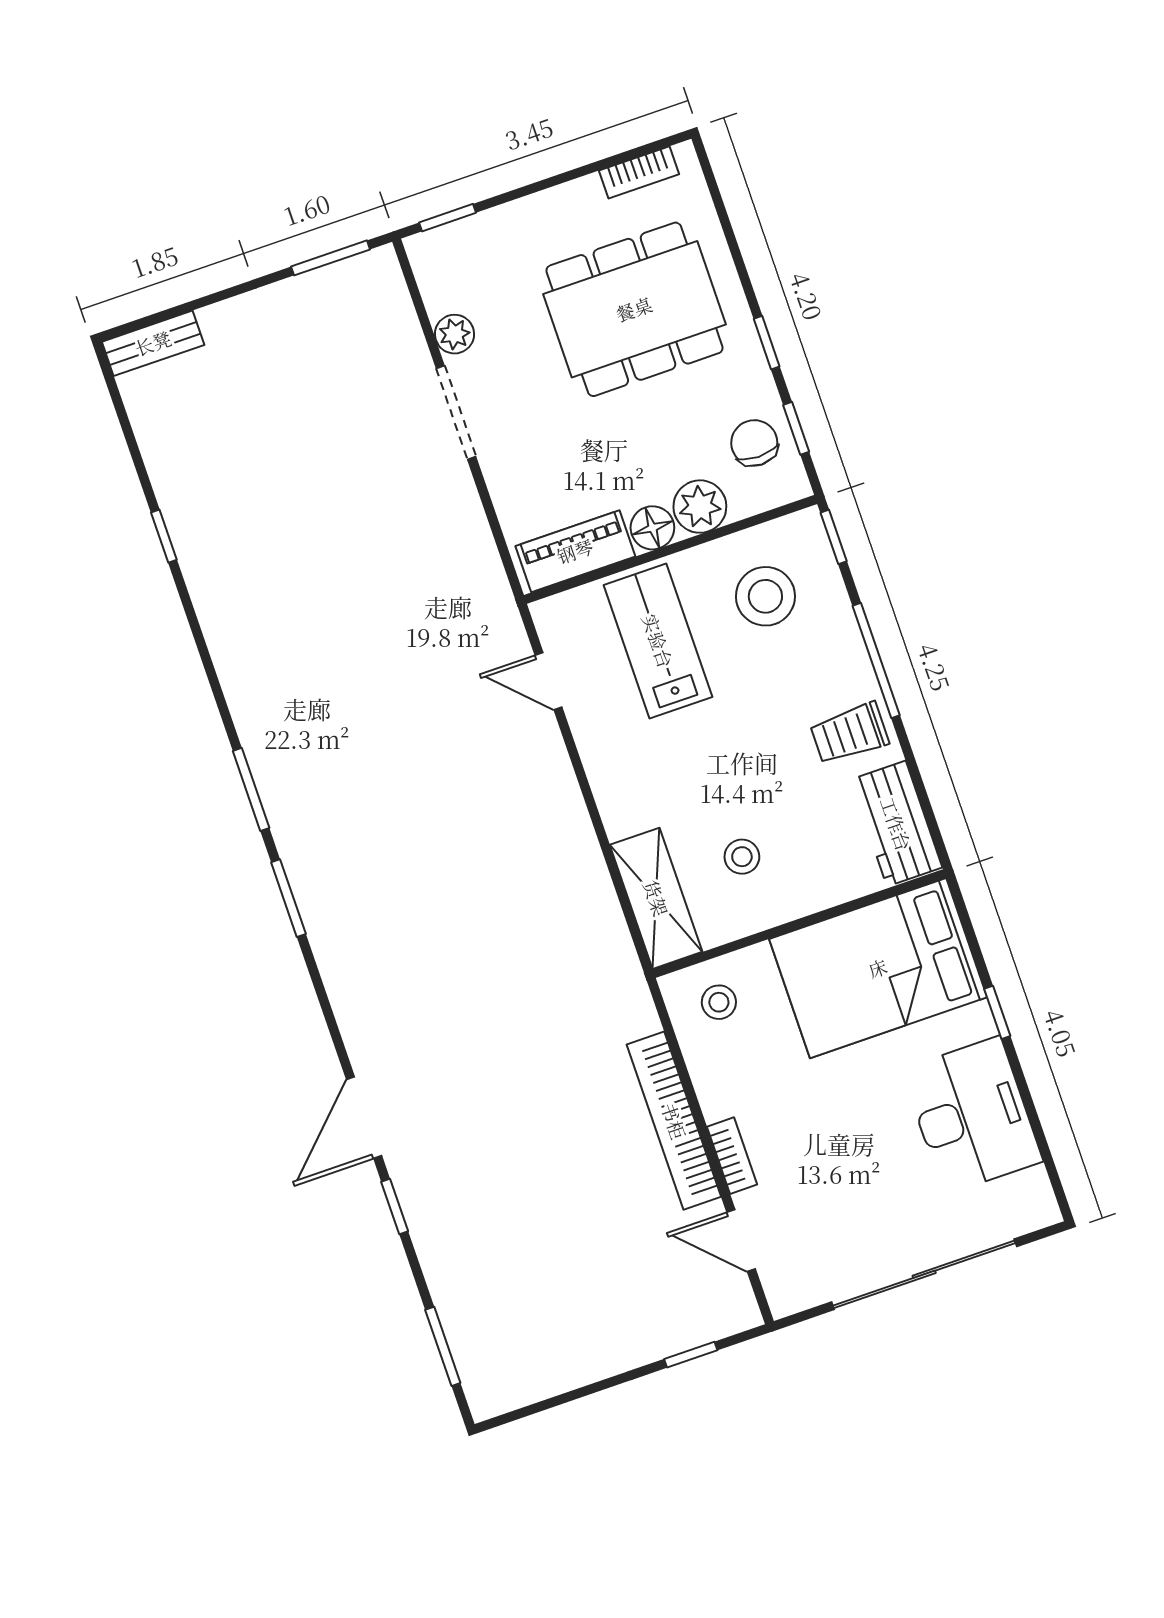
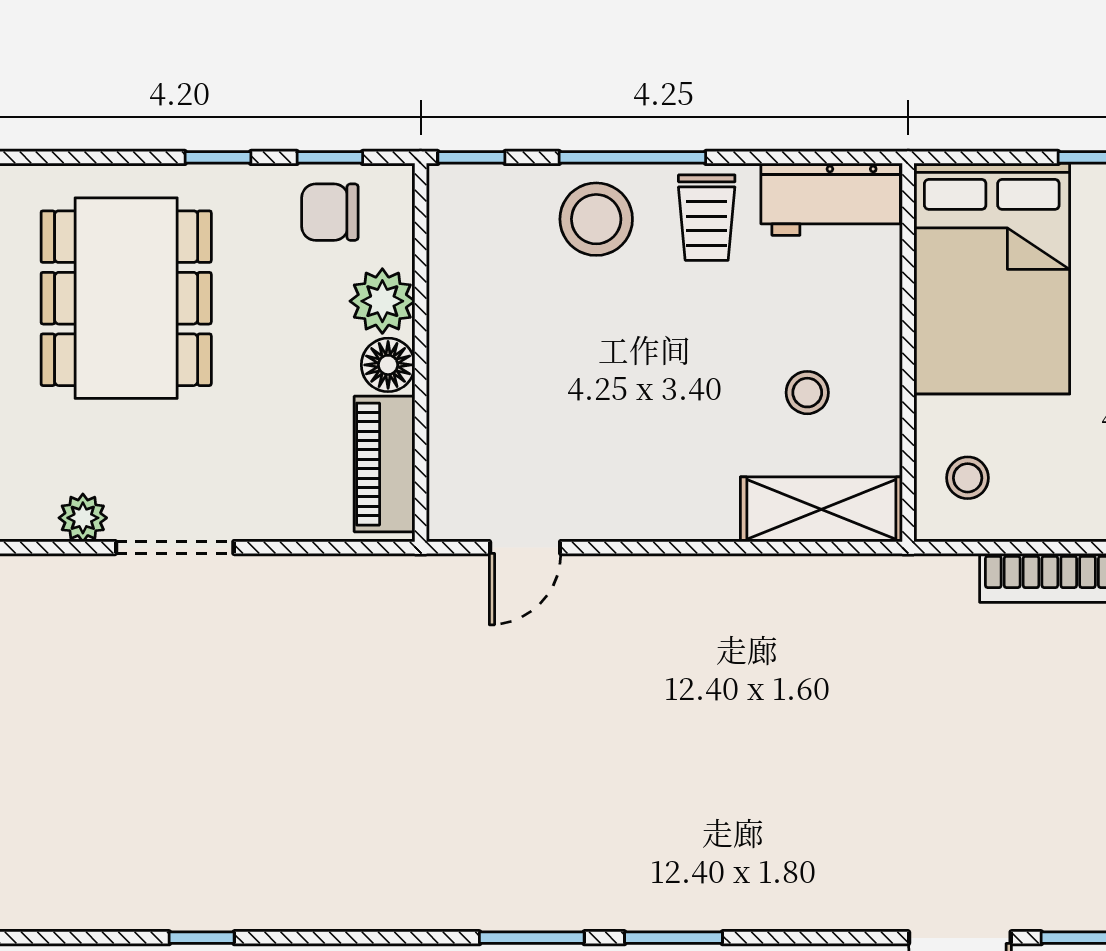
stool: (765, 596) -> (596, 219), moved
lab bench: (658, 641) -> (522, 404), removed

